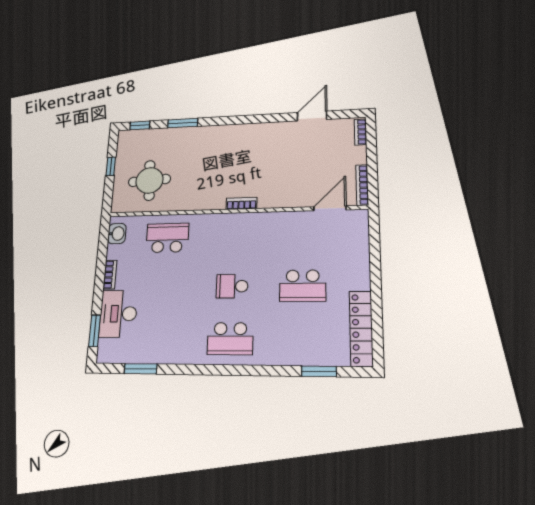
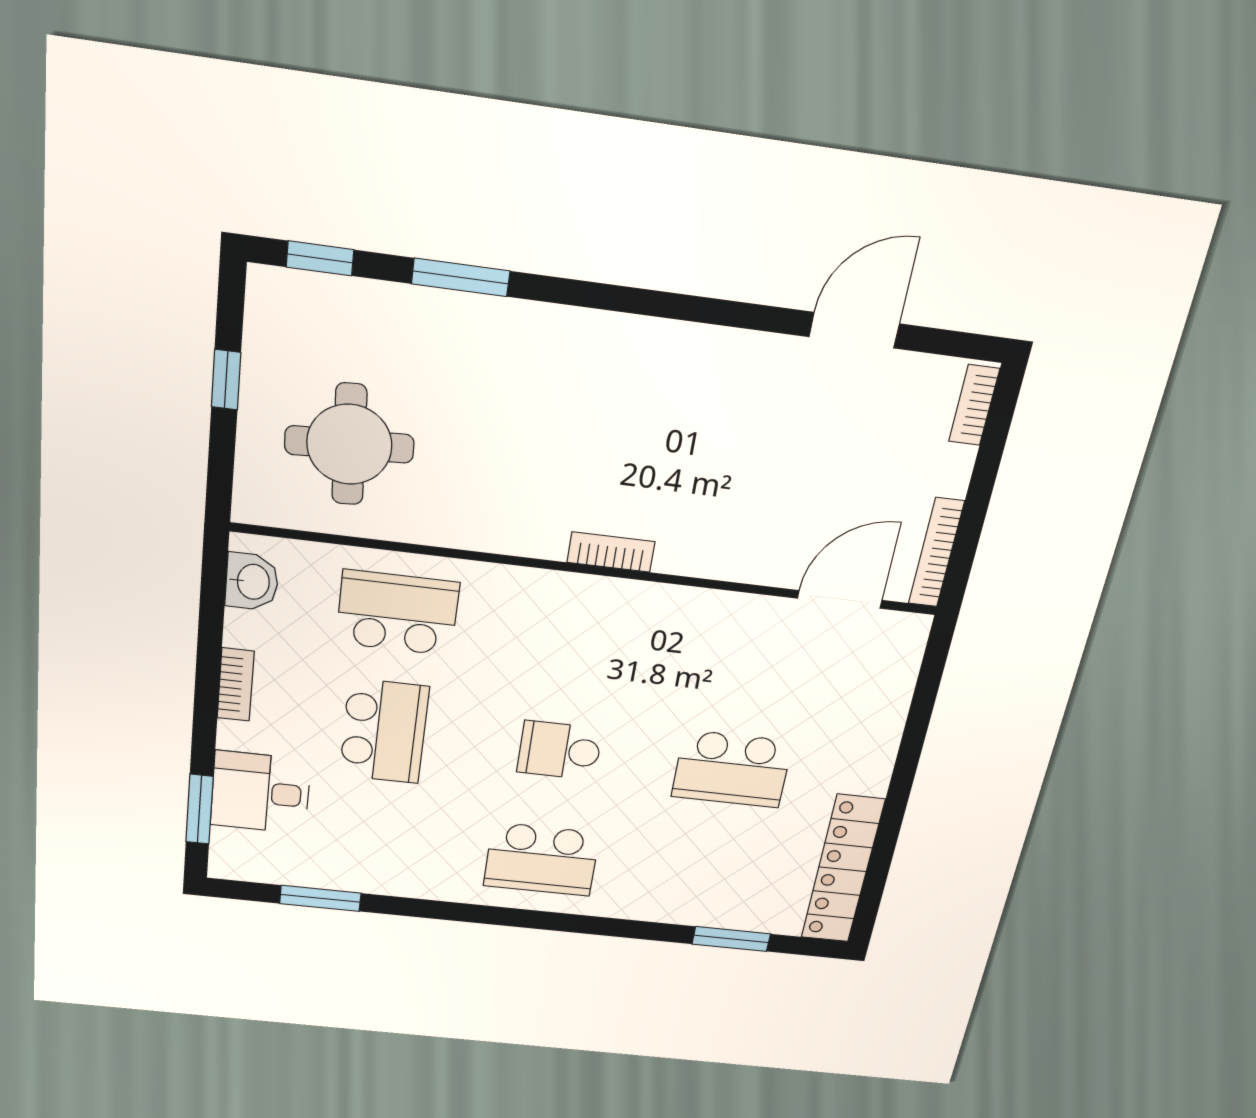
school desk: (164, 287) -> (384, 731), added
desk: (118, 314) -> (260, 792), width x0.73

